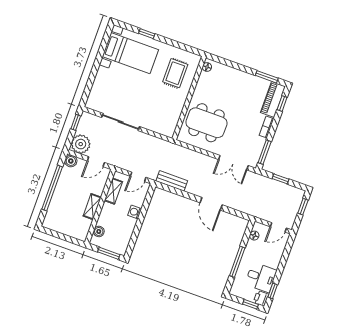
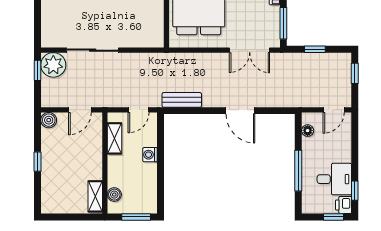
plant: (81, 144) -> (53, 65), moved
window: (52, 188) -> (38, 162), width x0.32
shelving: (92, 207) -> (95, 196), moved

